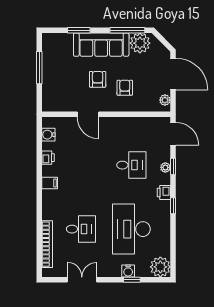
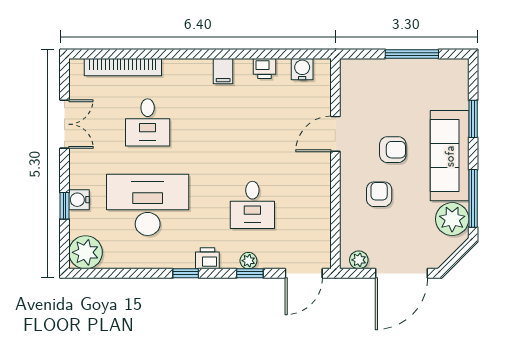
armchair: (125, 88) -> (379, 194), turned -90

